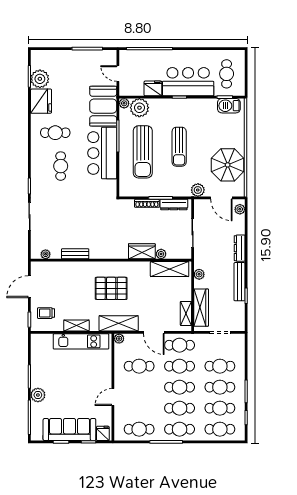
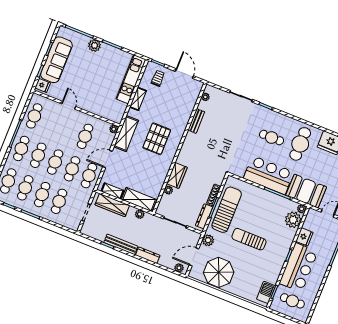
cafe table: (55, 133) -> (300, 144), width x1.37, depth x1.35
sun lounger: (143, 152) -> (227, 210), moved, turned 90
shelving: (170, 269) -> (139, 200), moved, turned 90
kitchen unit: (81, 341) -> (131, 79), moved

